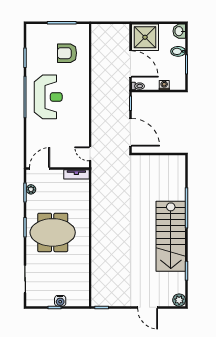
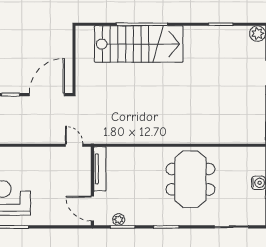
door: (90, 154) -> (74, 145), swing flipped
tv unit: (76, 174) -> (100, 169), width x1.41
meeting table: (53, 232) -> (190, 179), moved
stairs: (171, 236) -> (139, 44), moved

